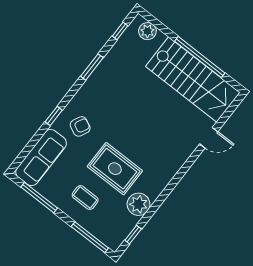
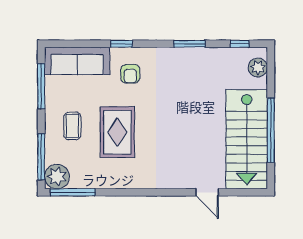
armchair: (80, 126) -> (130, 74), turned 64
plant: (139, 204) -> (57, 177), moved
window: (133, 235) -> (73, 192), width x2.17

